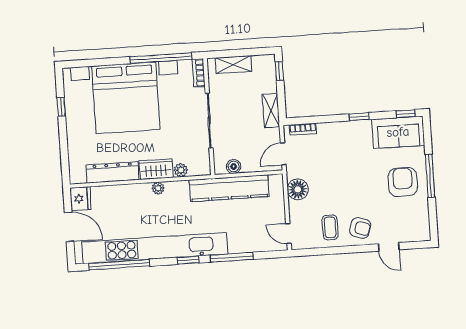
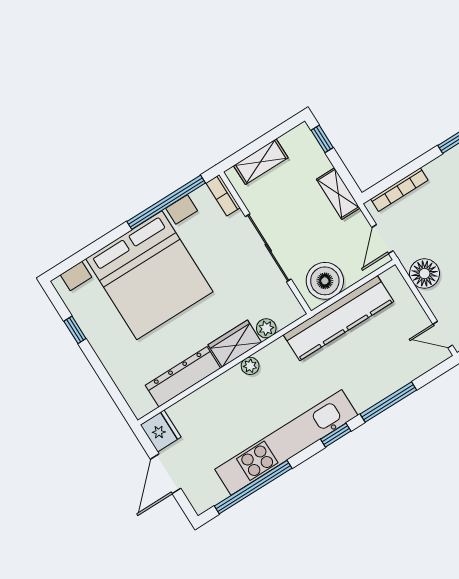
bookcase: (303, 129) -> (399, 190), width x1.56
boiler: (234, 166) -> (325, 281), width x1.86, depth x1.86
door: (69, 227) -> (166, 474), swing flipped
kitchen unit: (155, 248) -> (286, 442), width x0.73

